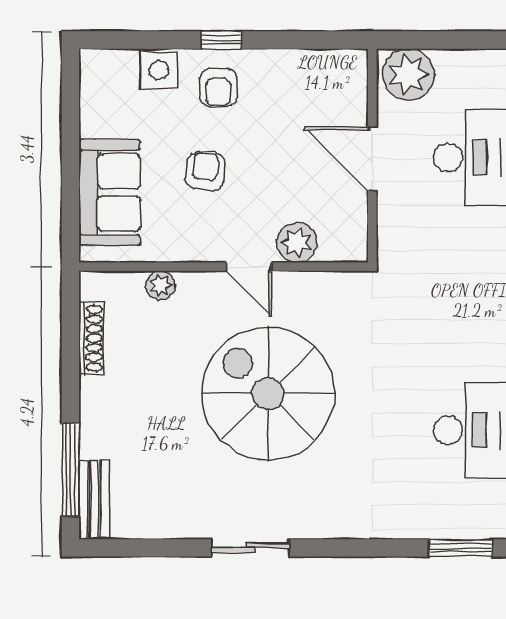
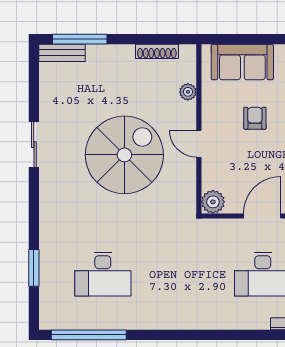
armchair: (205, 171) -> (255, 118), turned -96
plant: (297, 243) -> (213, 202), moved
door: (249, 267) -> (199, 144), hinge flipped

